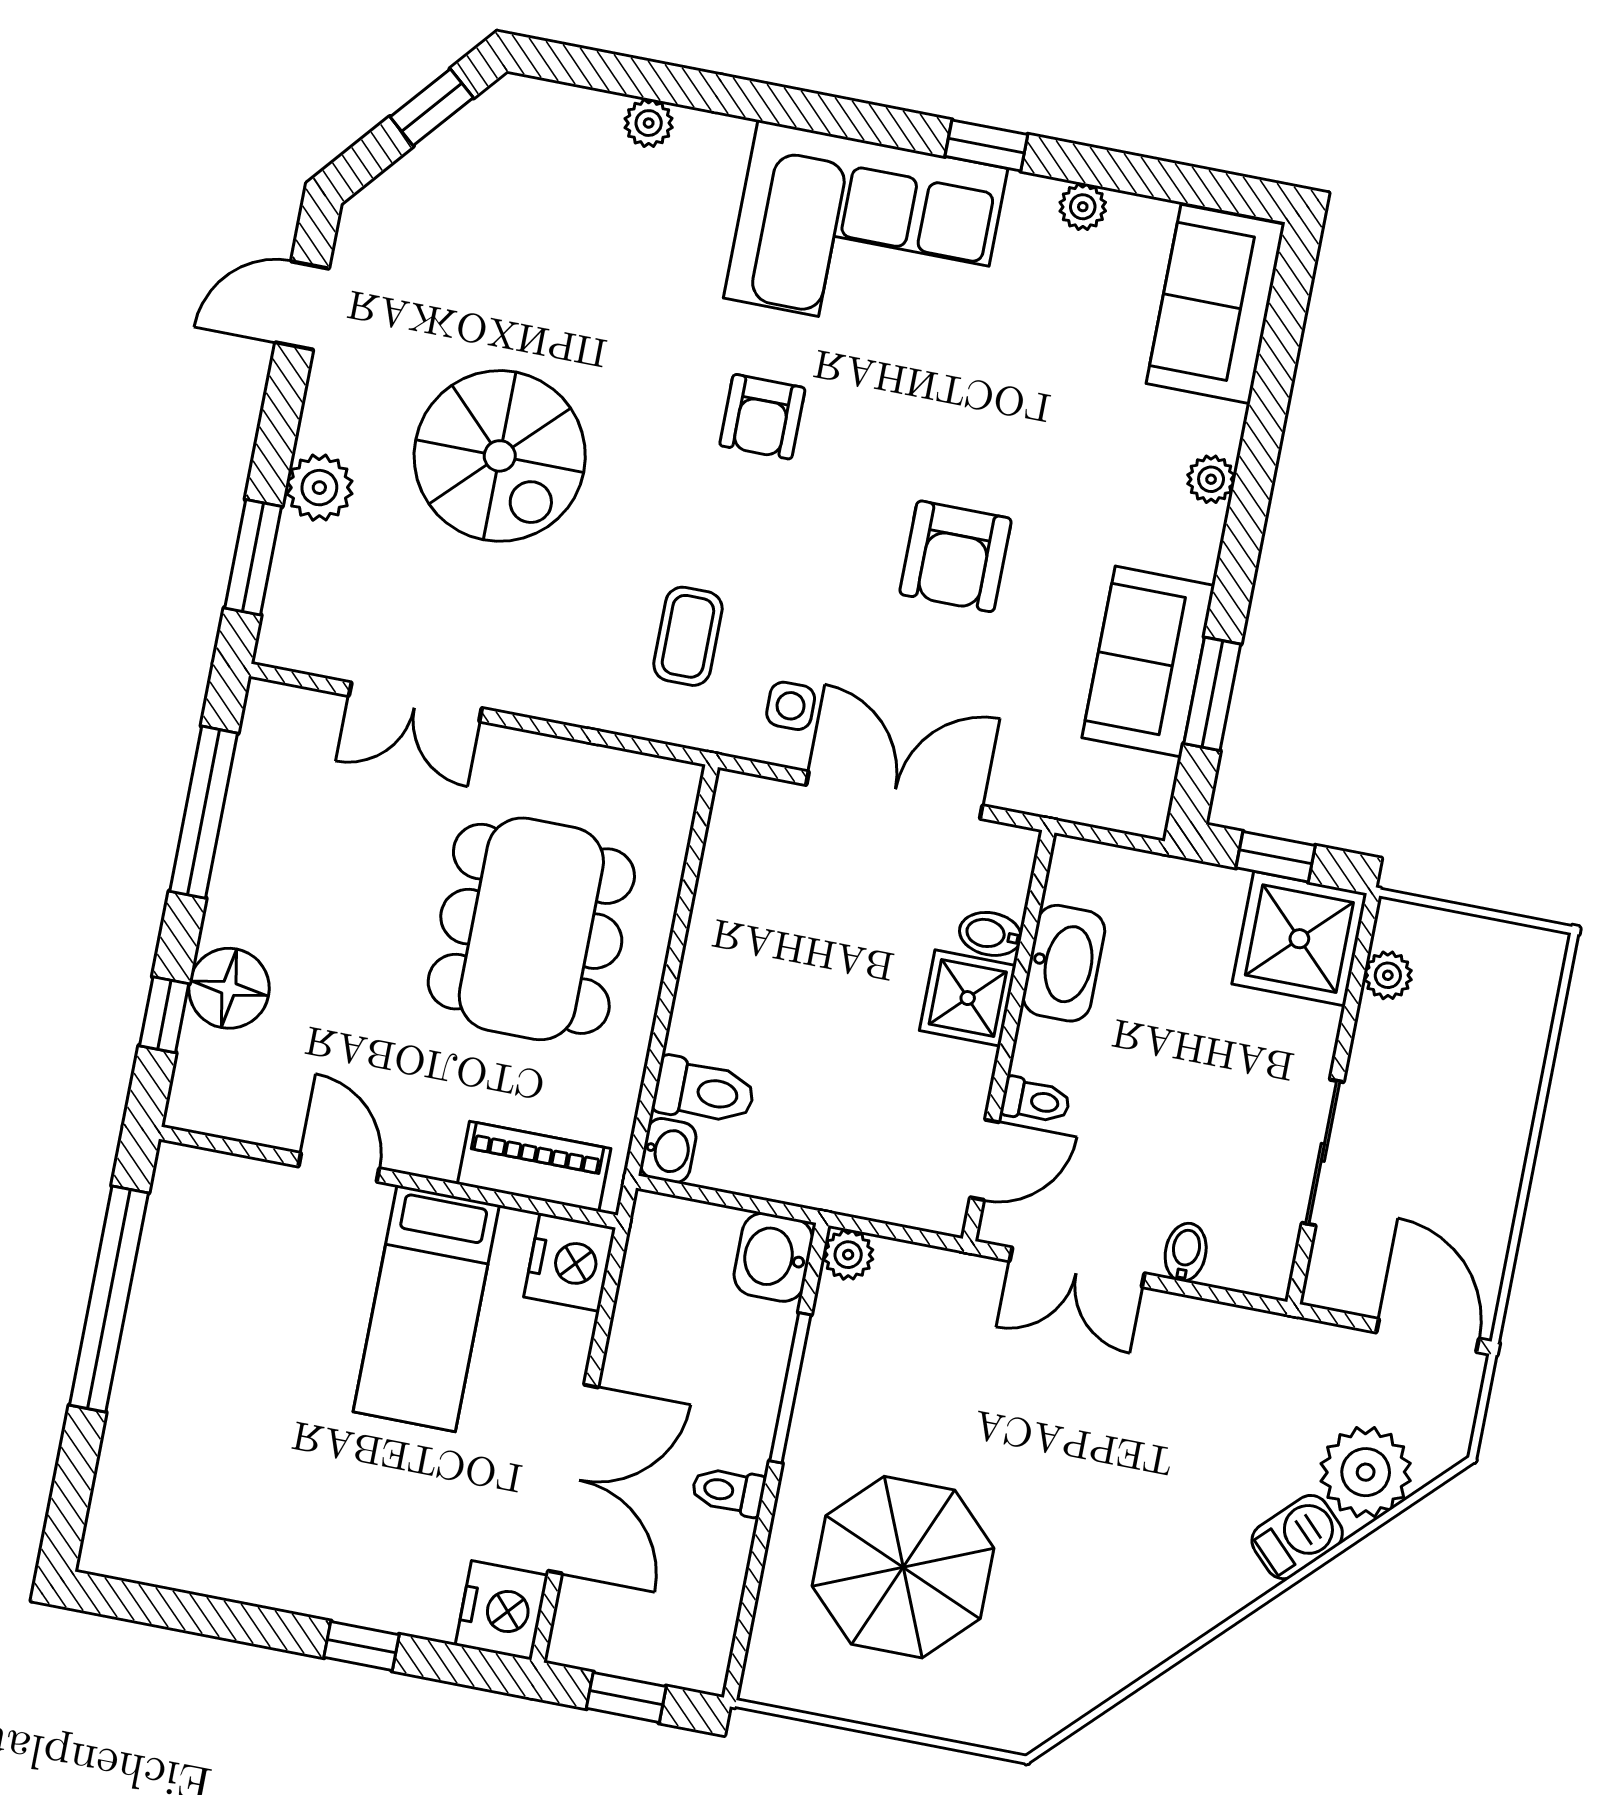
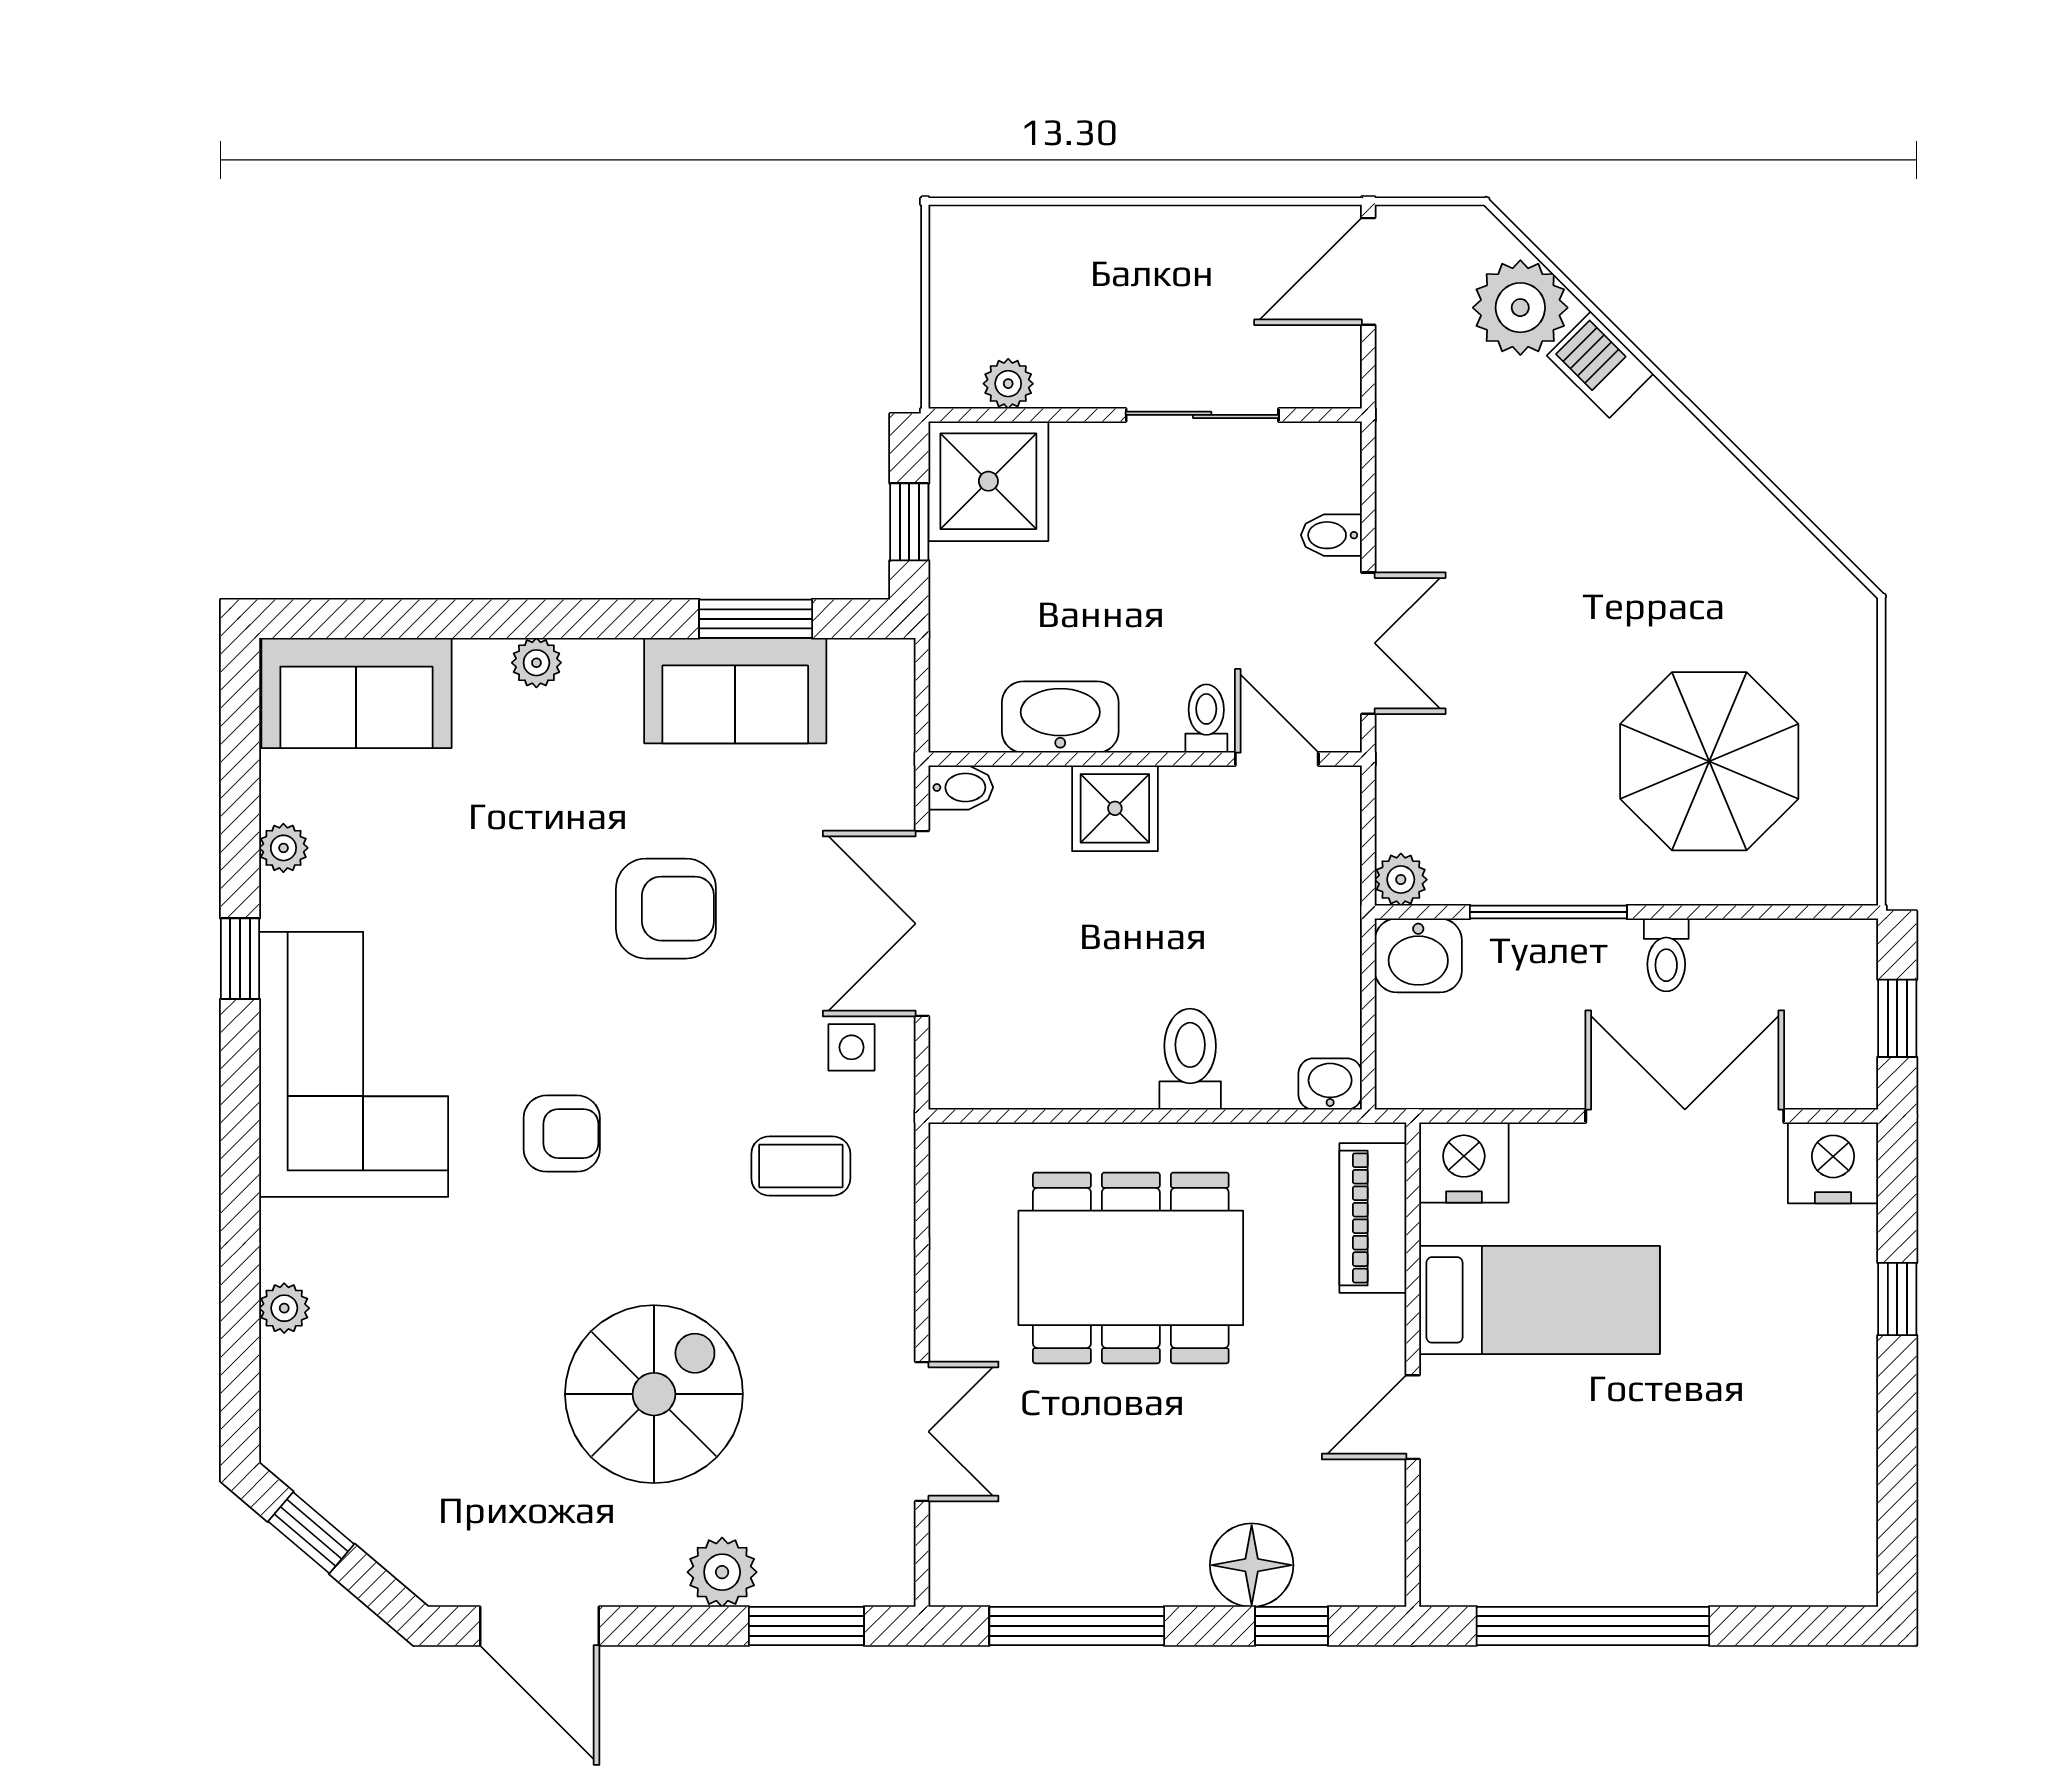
door: (302, 306) -> (540, 1626), width x1.38
bidet: (990, 934) -> (961, 787), moved, turned -90
toilet: (704, 1091) -> (1190, 1059), moved

